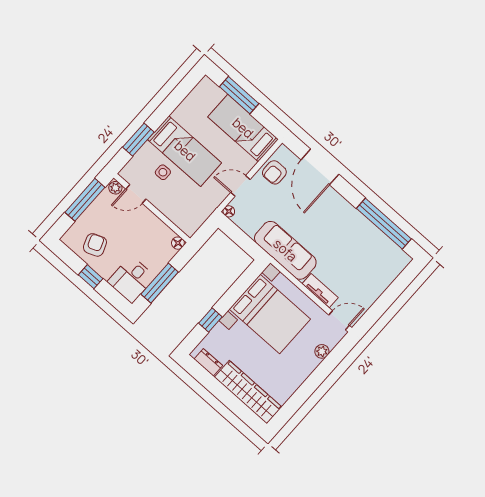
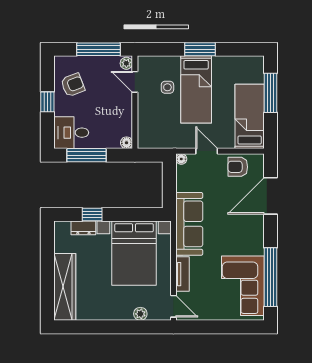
window: (138, 140) -> (200, 49), moved
corner sofa: (371, 251) -> (243, 286), added
dresser: (208, 362) -> (83, 228), moved, turned 90

